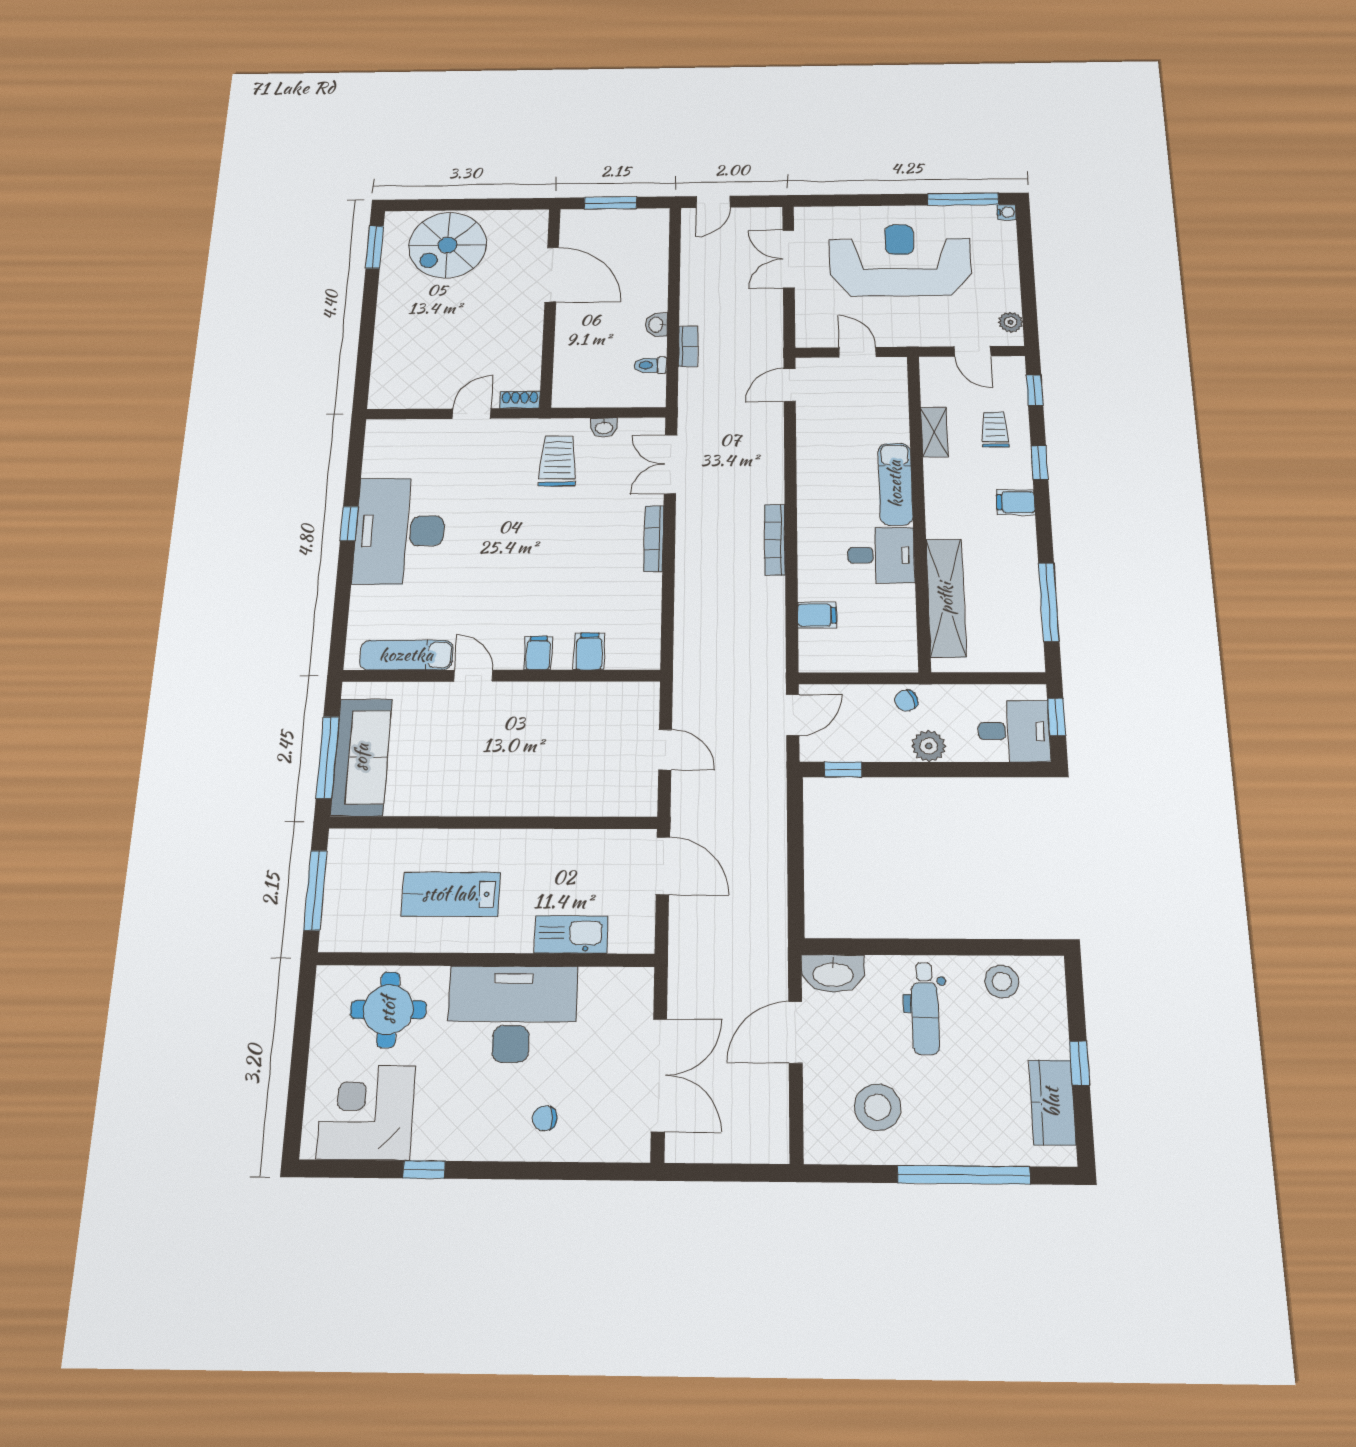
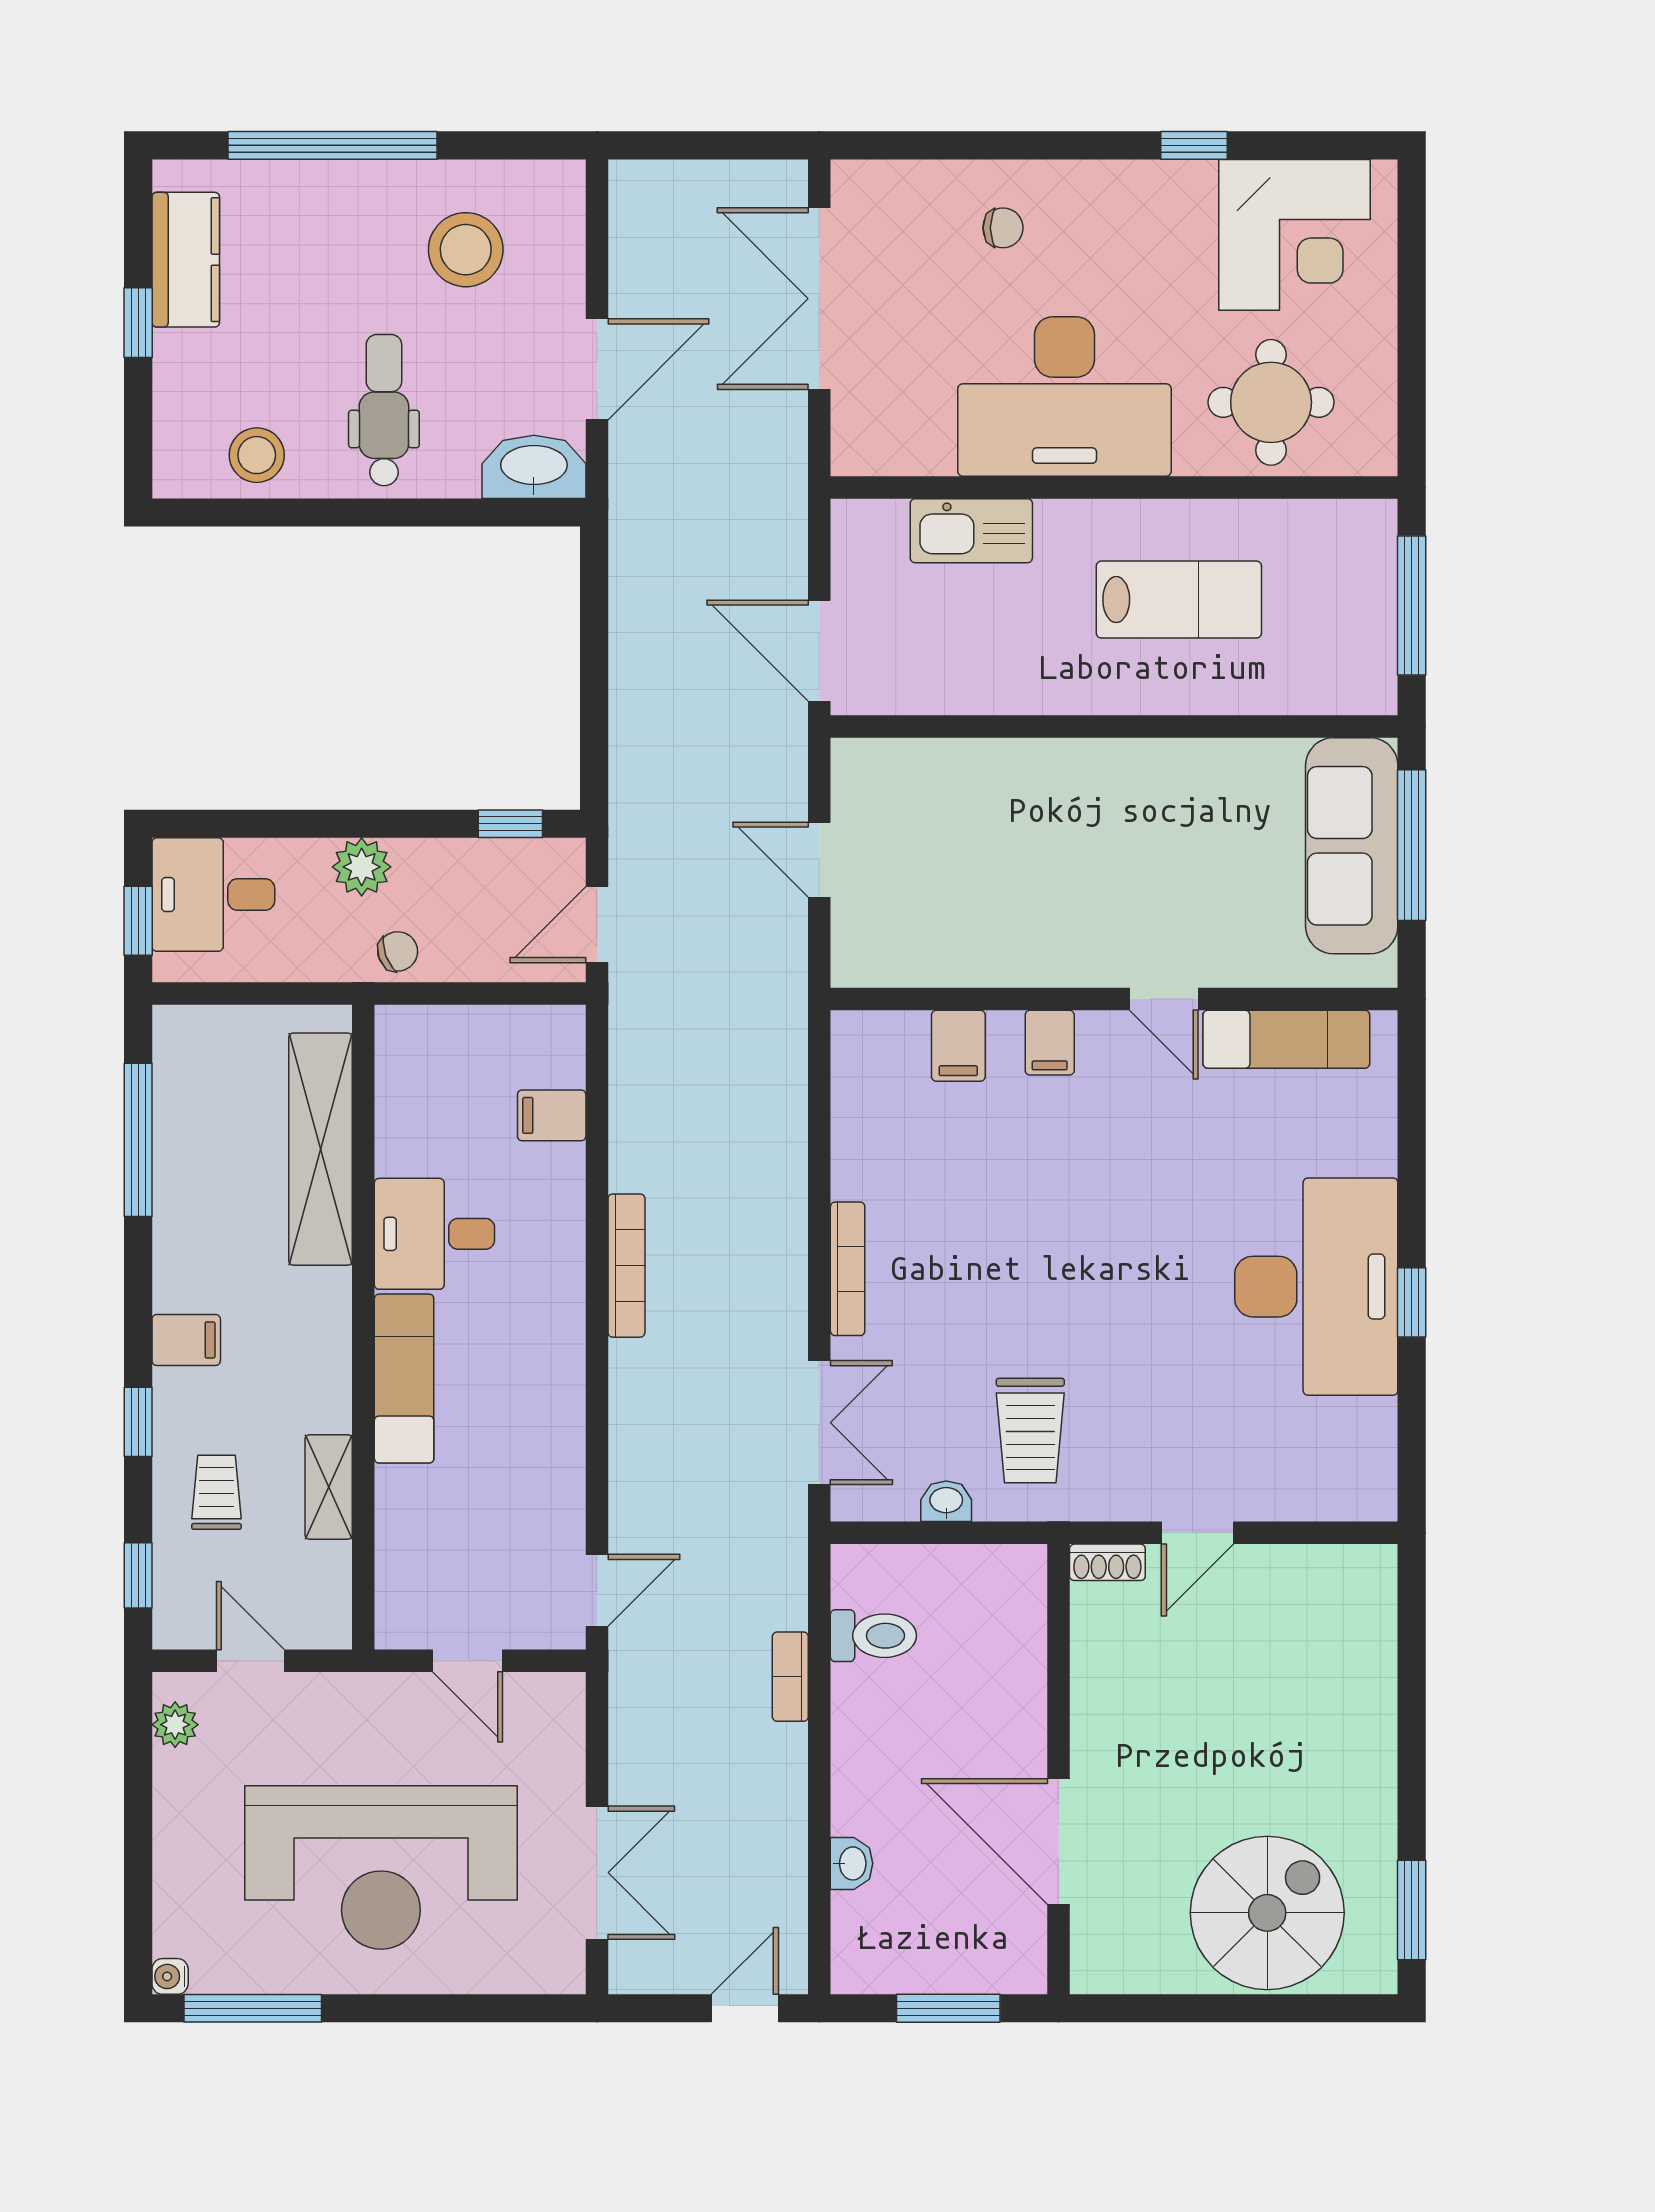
washbasin: (656, 325) -> (852, 1863), moved
toilet: (650, 365) -> (873, 1636), width x1.37, depth x1.39
trolley: (995, 429) -> (216, 1492), turned 180

